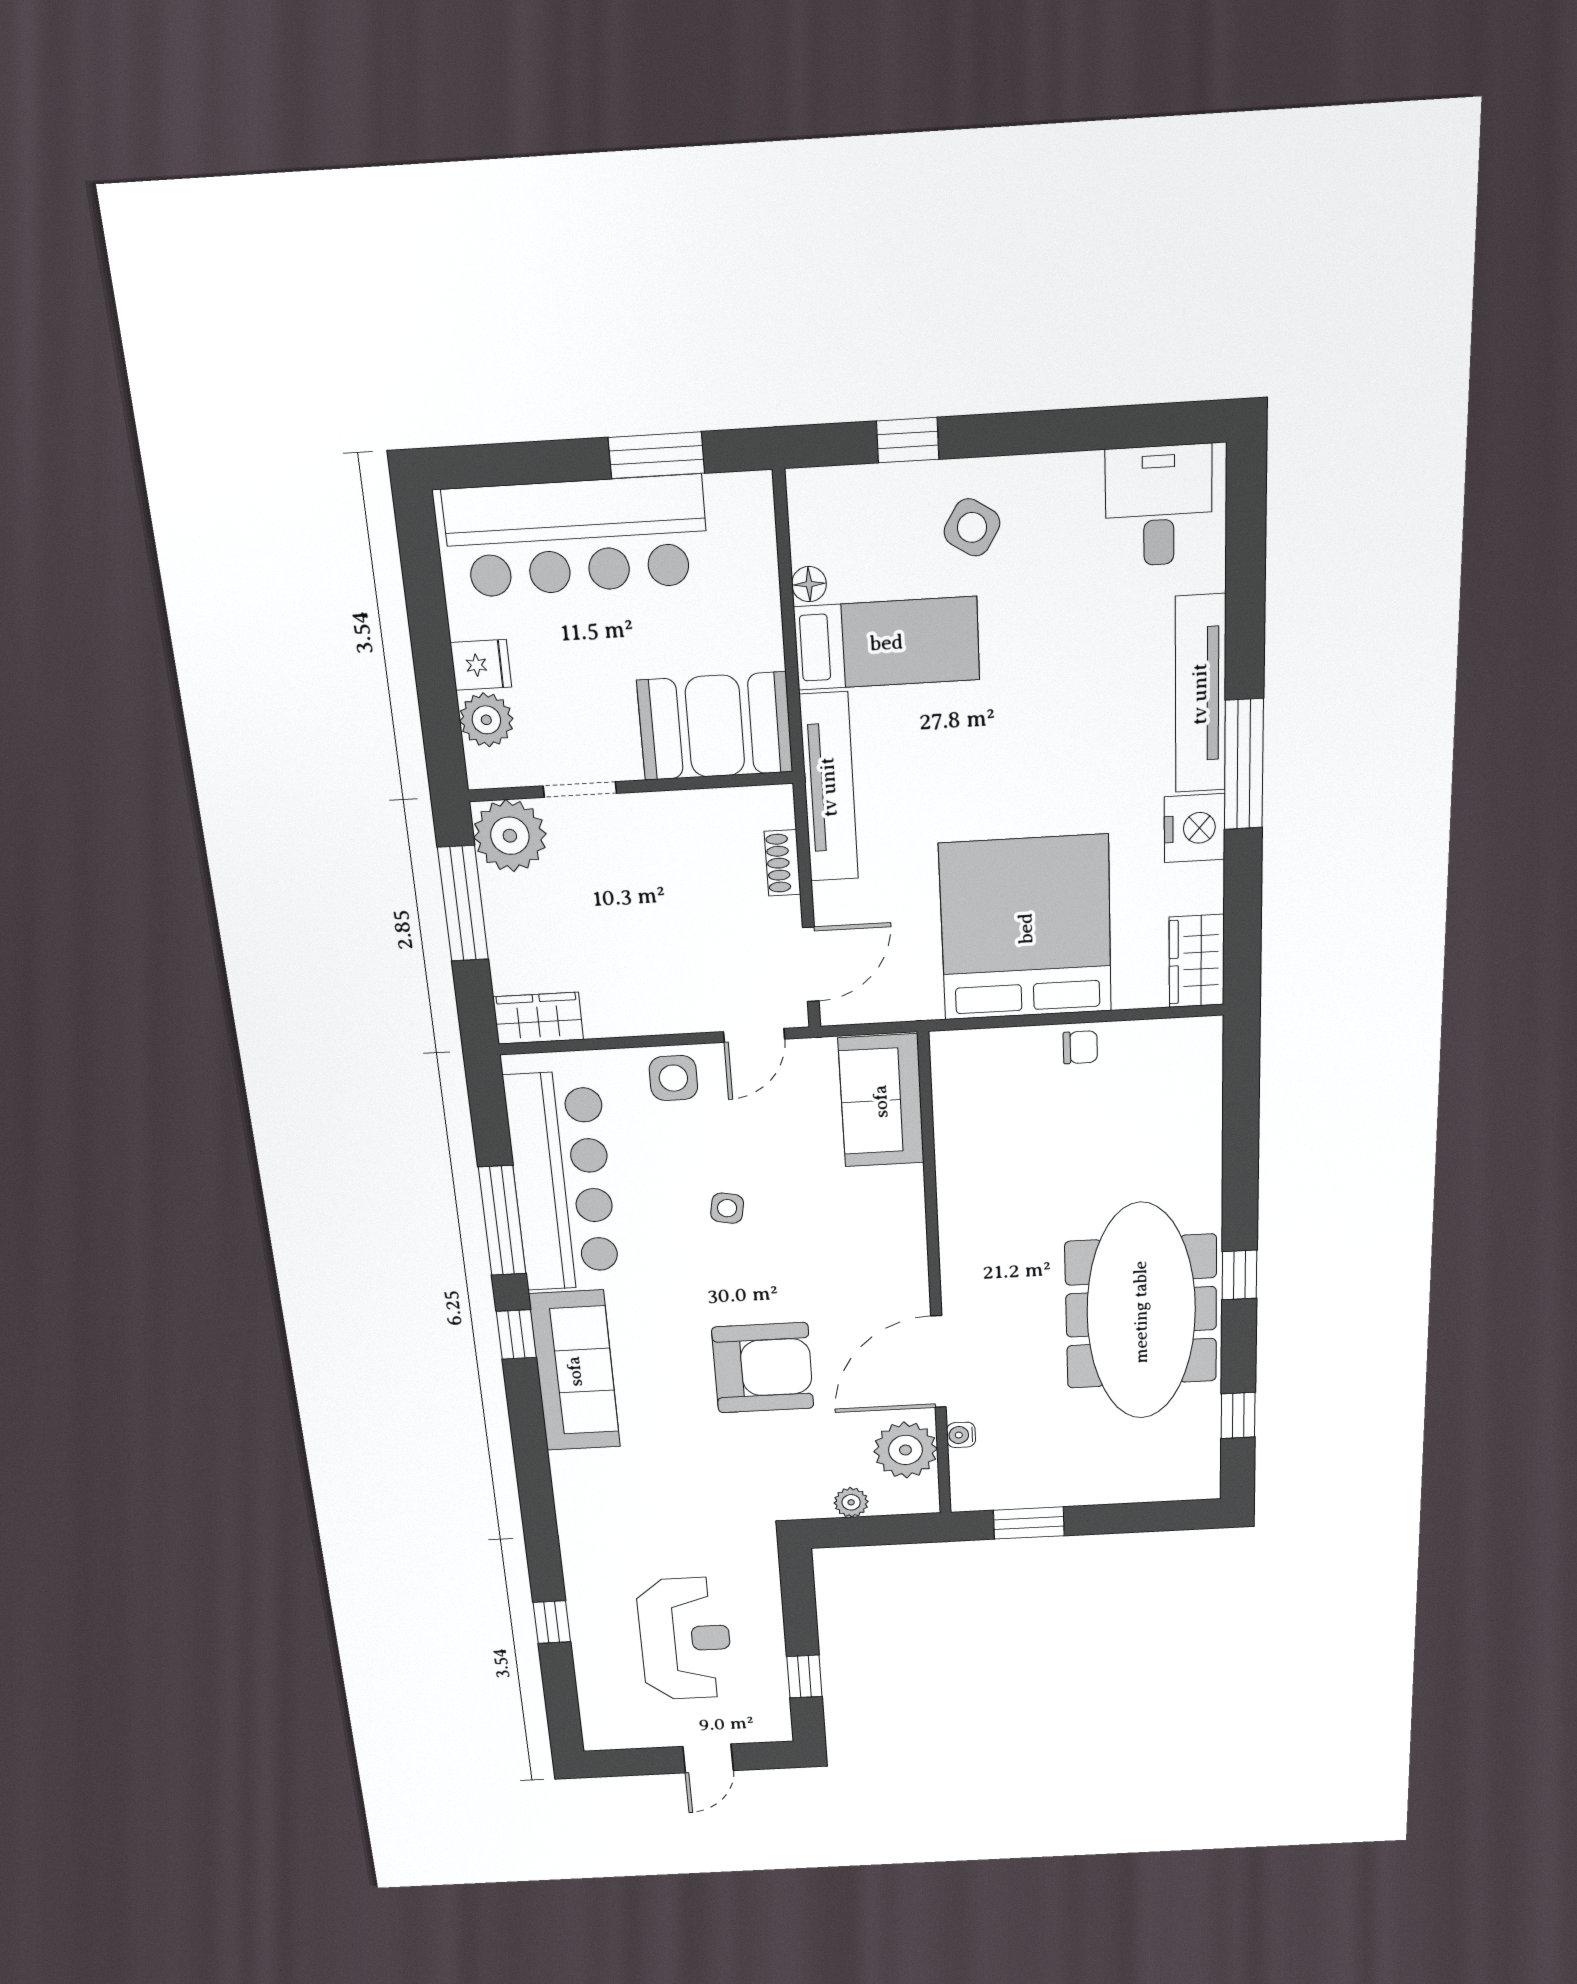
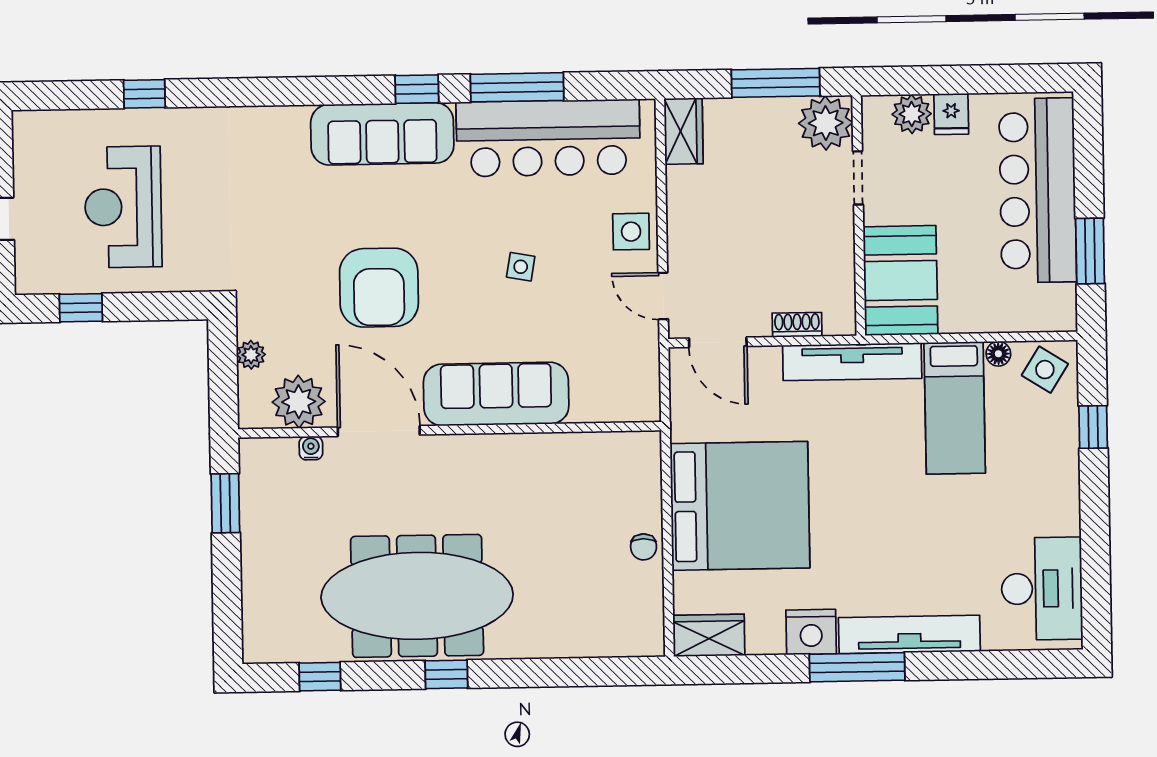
desk: (1159, 506) -> (1042, 589), width x1.37
side table: (972, 527) -> (1045, 370), moved
sofa: (881, 1101) -> (496, 394), moved, width x1.36
reception desk: (685, 1639) -> (123, 207), turned 90

